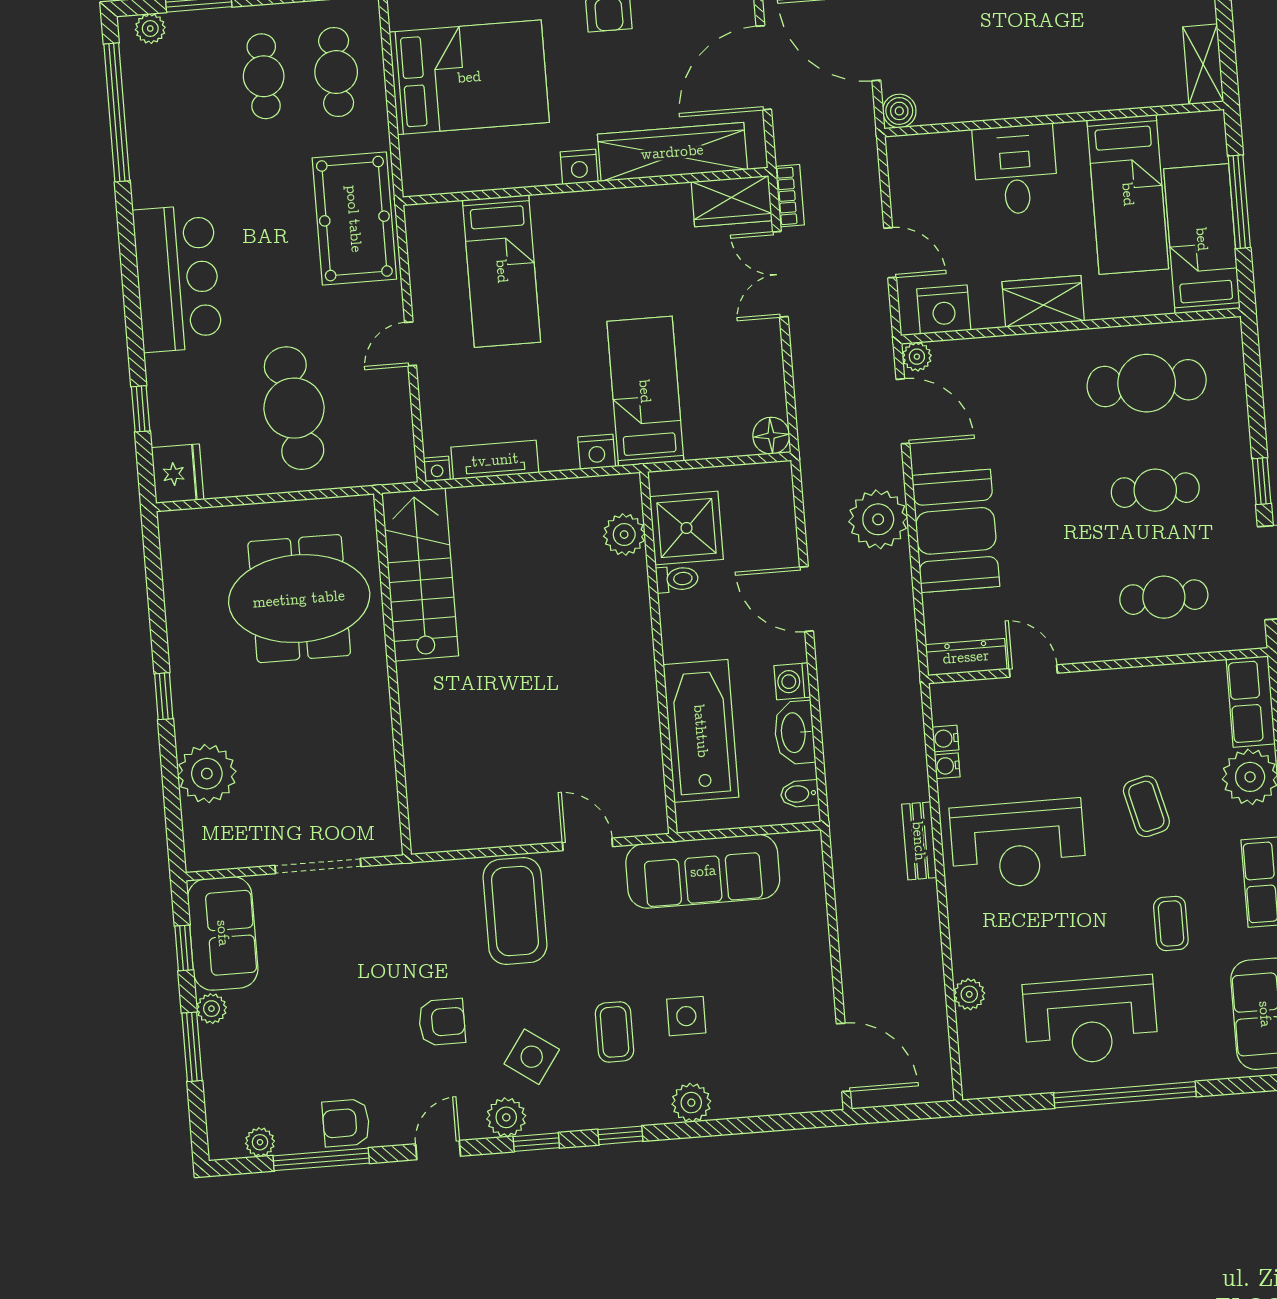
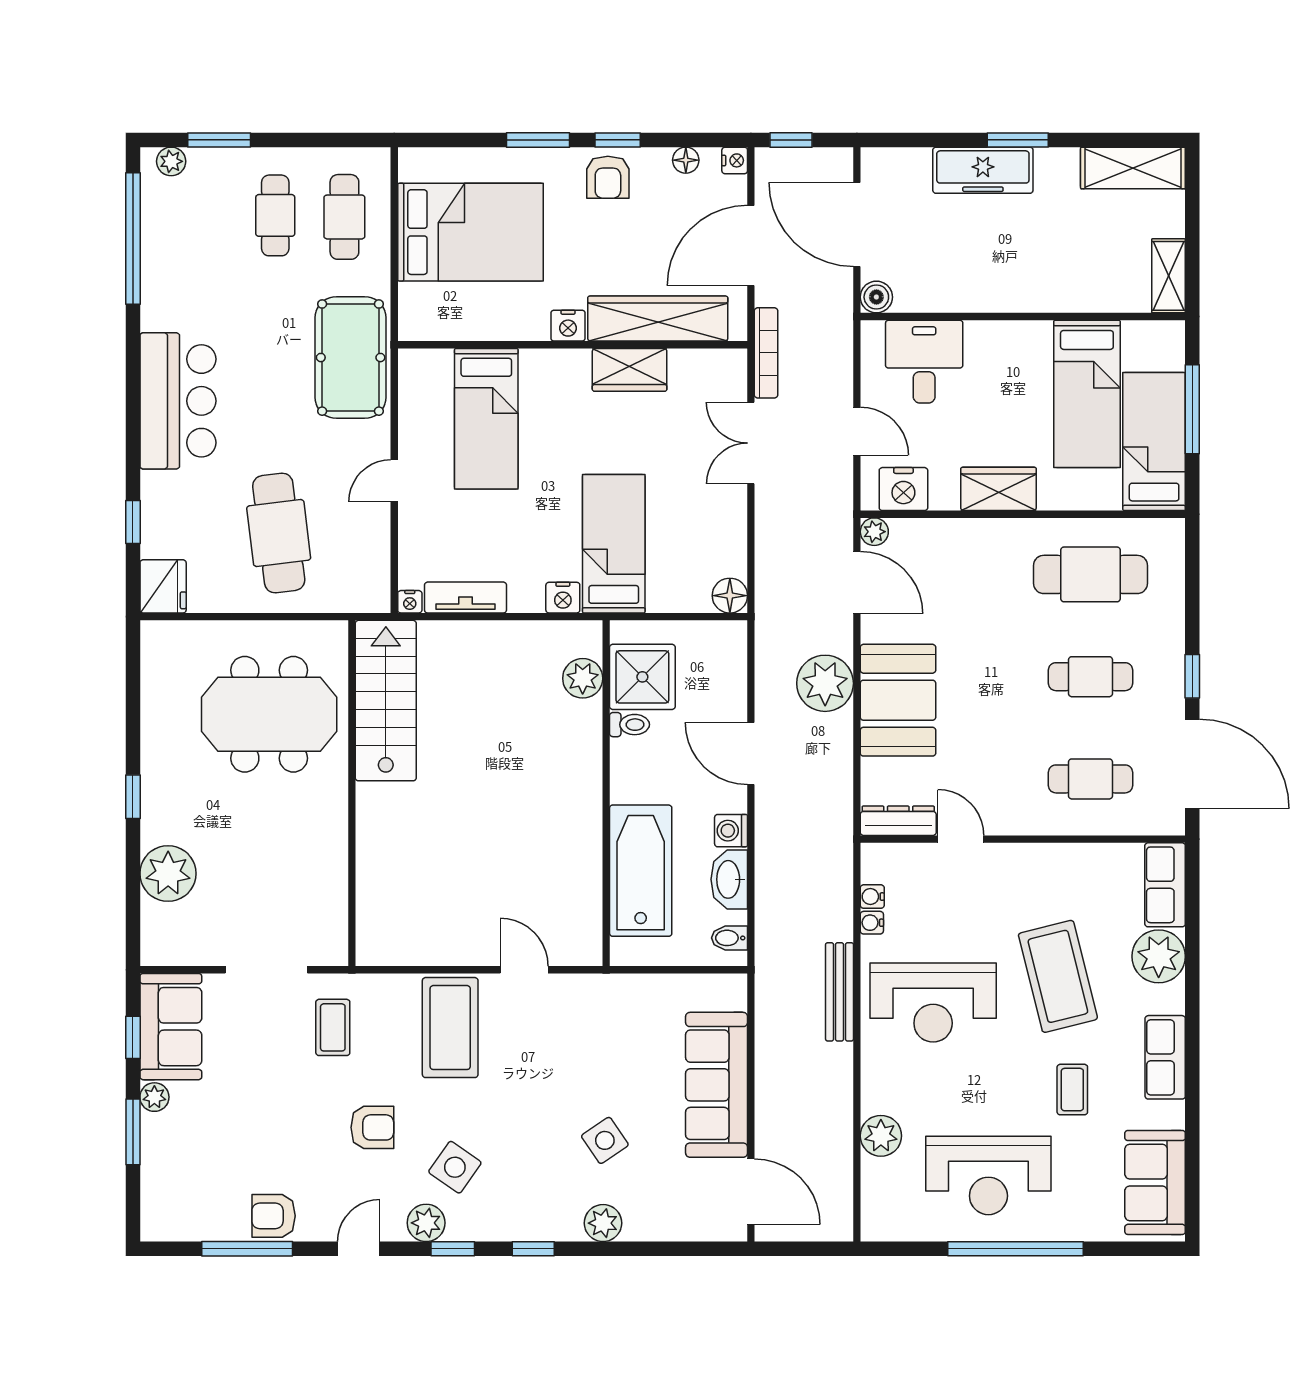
desk: (1015, 170) -> (924, 362), moved
bookcase: (790, 196) -> (766, 353), width x1.56
wardrobe: (732, 201) -> (630, 370), moved
coffee table: (1146, 806) -> (1058, 976), width x1.86, depth x1.72
bench: (919, 841) -> (840, 992), width x1.36
sofa: (703, 871) -> (717, 1085), moved, turned 90
plant: (969, 994) -> (881, 1136), width x1.38, depth x1.38
side table: (686, 1016) -> (605, 1140), turned -34
coffee table: (614, 1032) -> (333, 1027), moved
plant: (260, 1142) -> (190, 1228), removed

